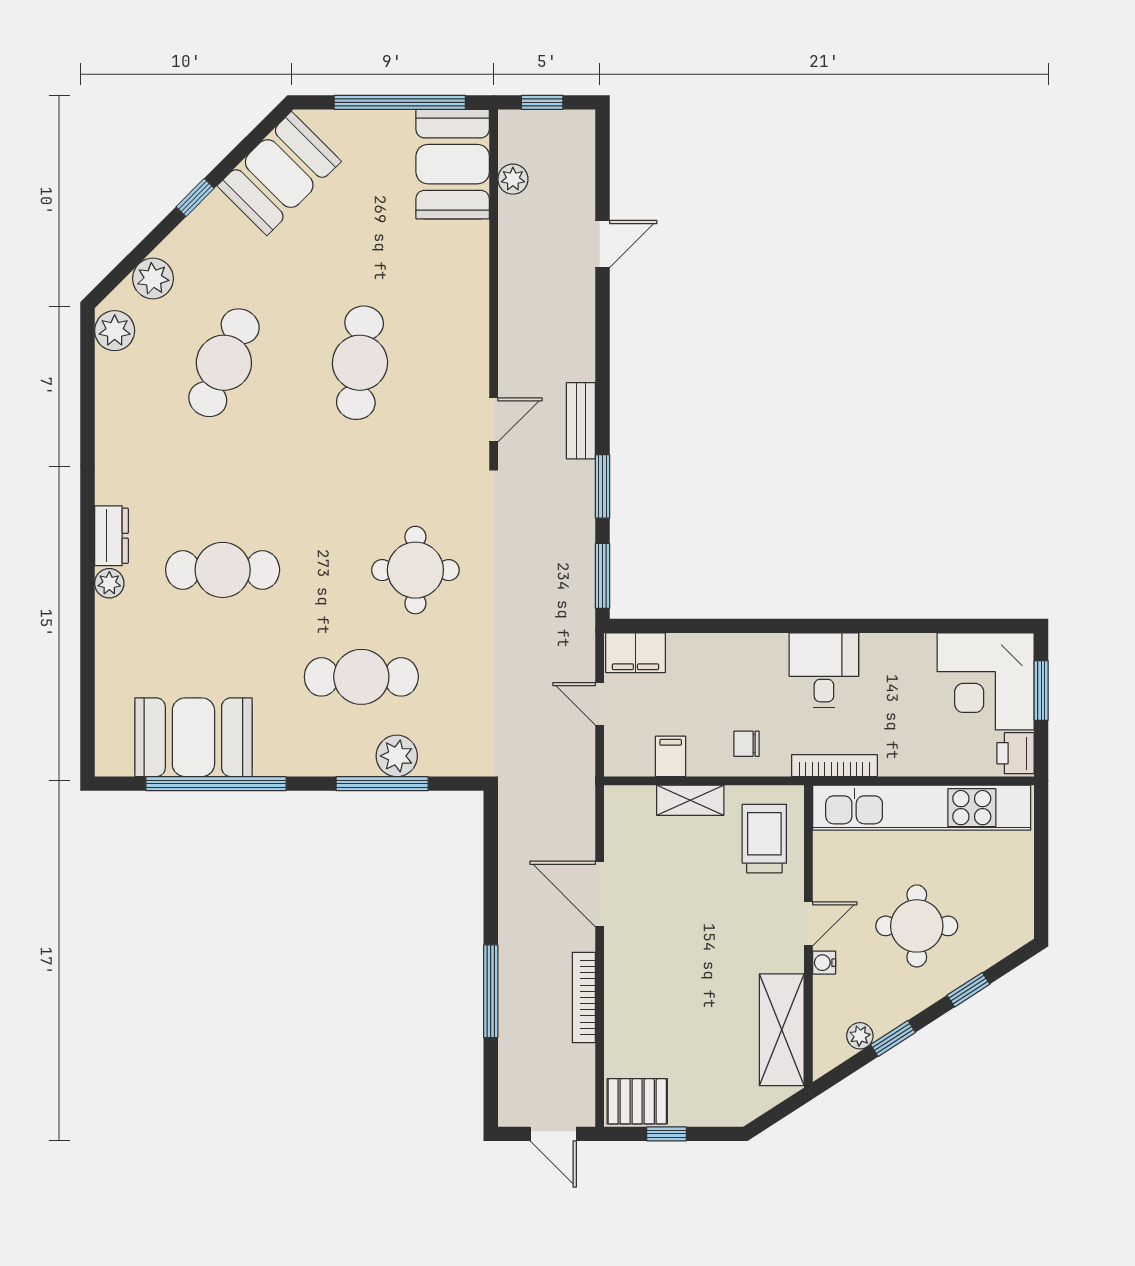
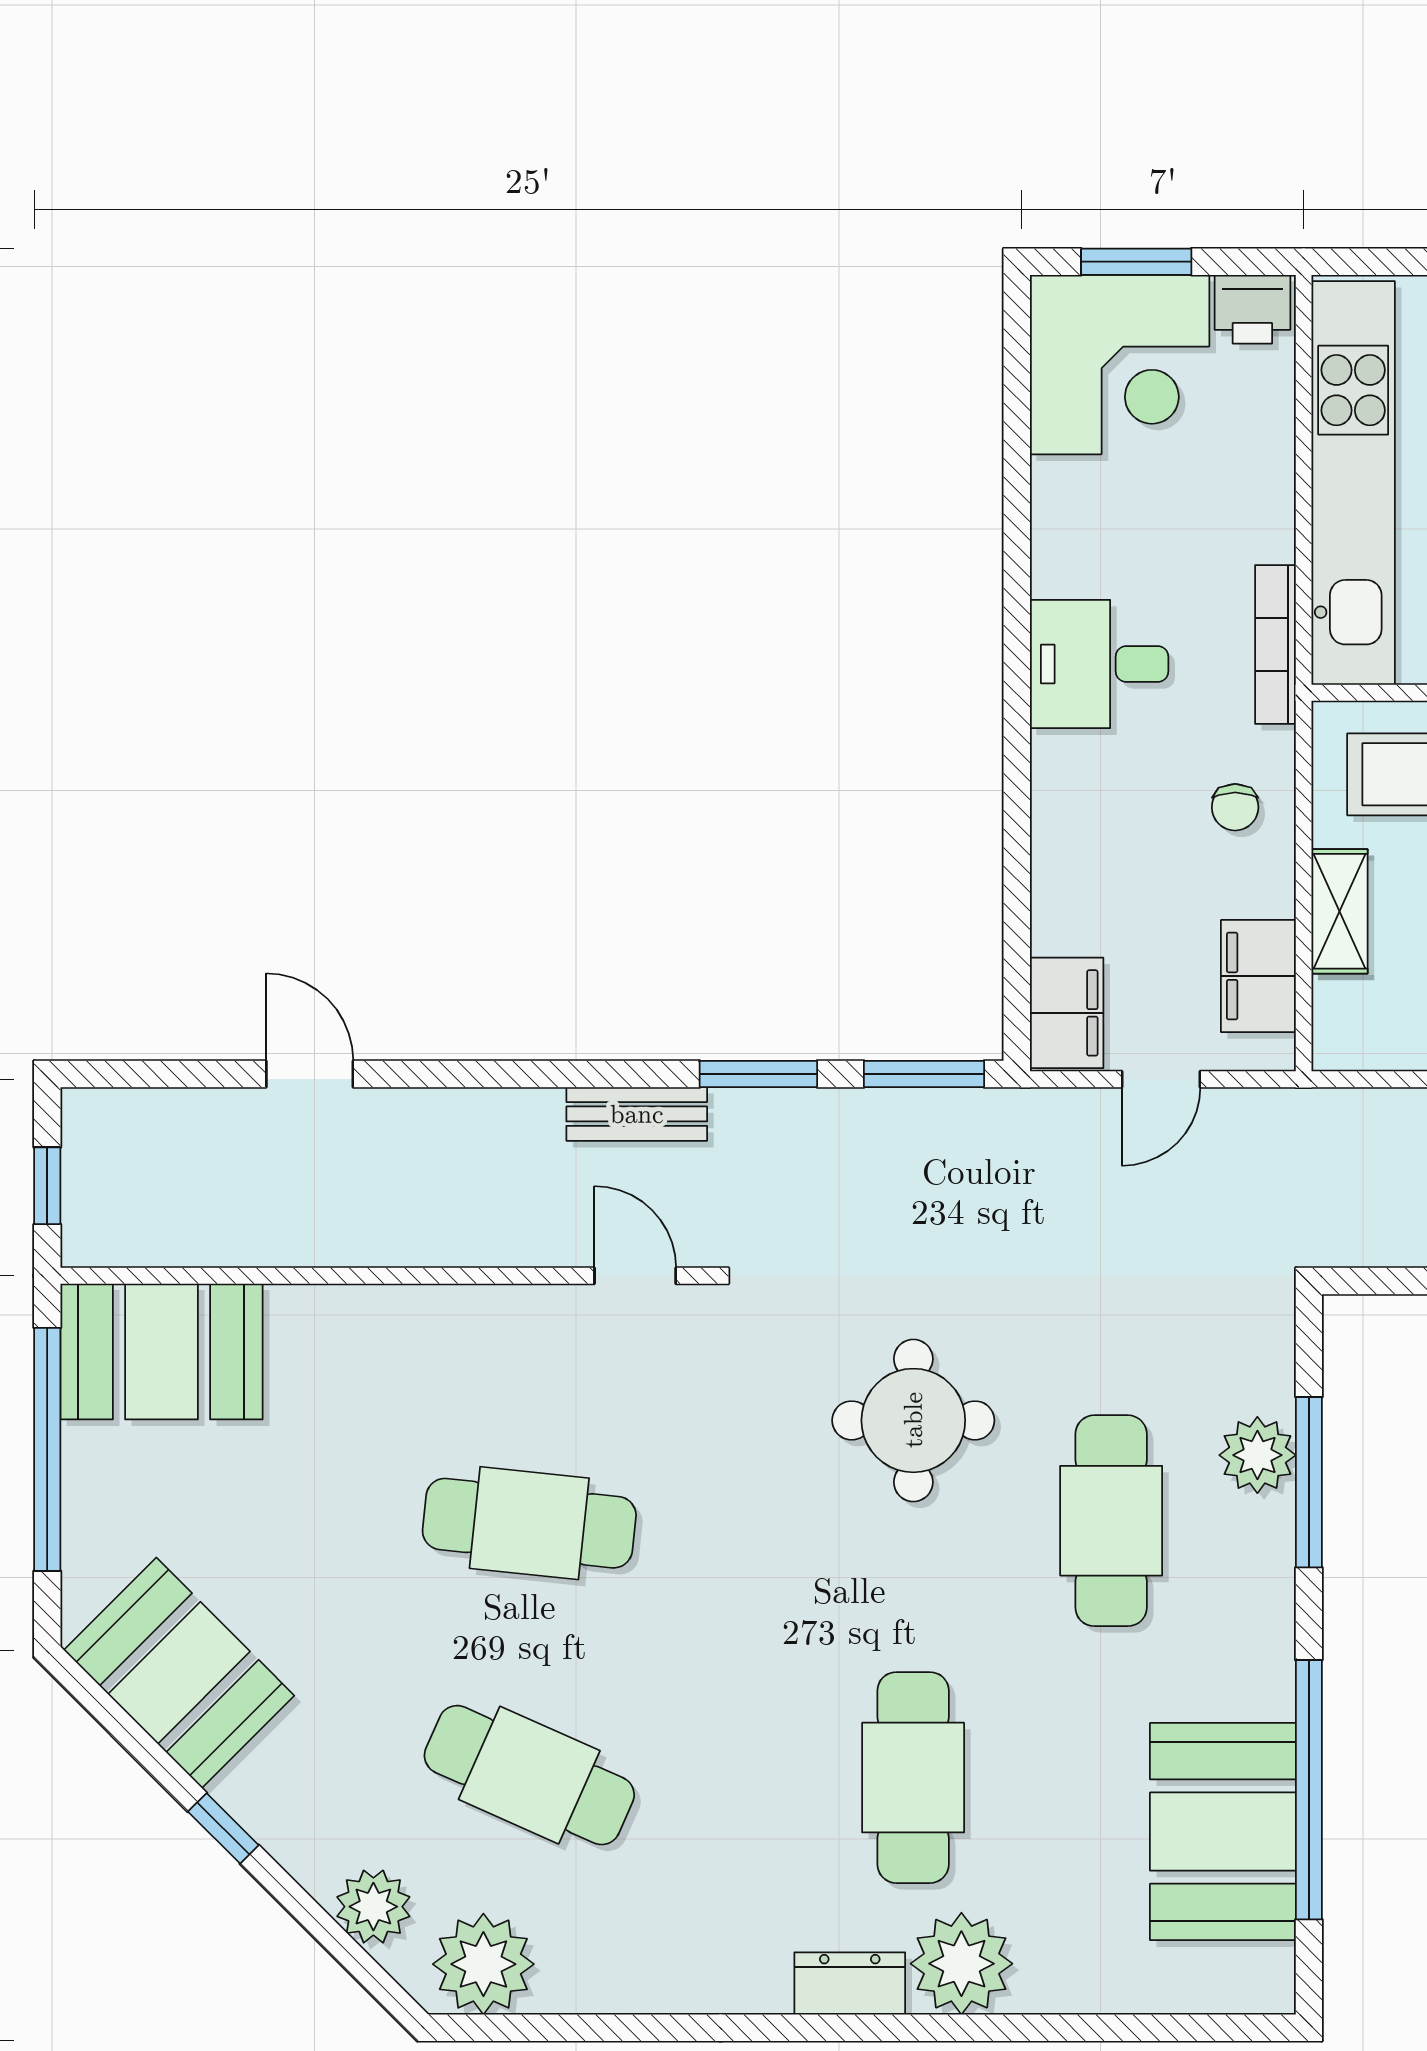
plant: (513, 179) -> (189, 1240), removed
plant: (115, 331) -> (483, 1964), width x1.36, depth x1.36
plant: (109, 583) -> (961, 1964), width x1.87, depth x1.87
filing cabinet: (671, 756) -> (1258, 976), width x2.00

